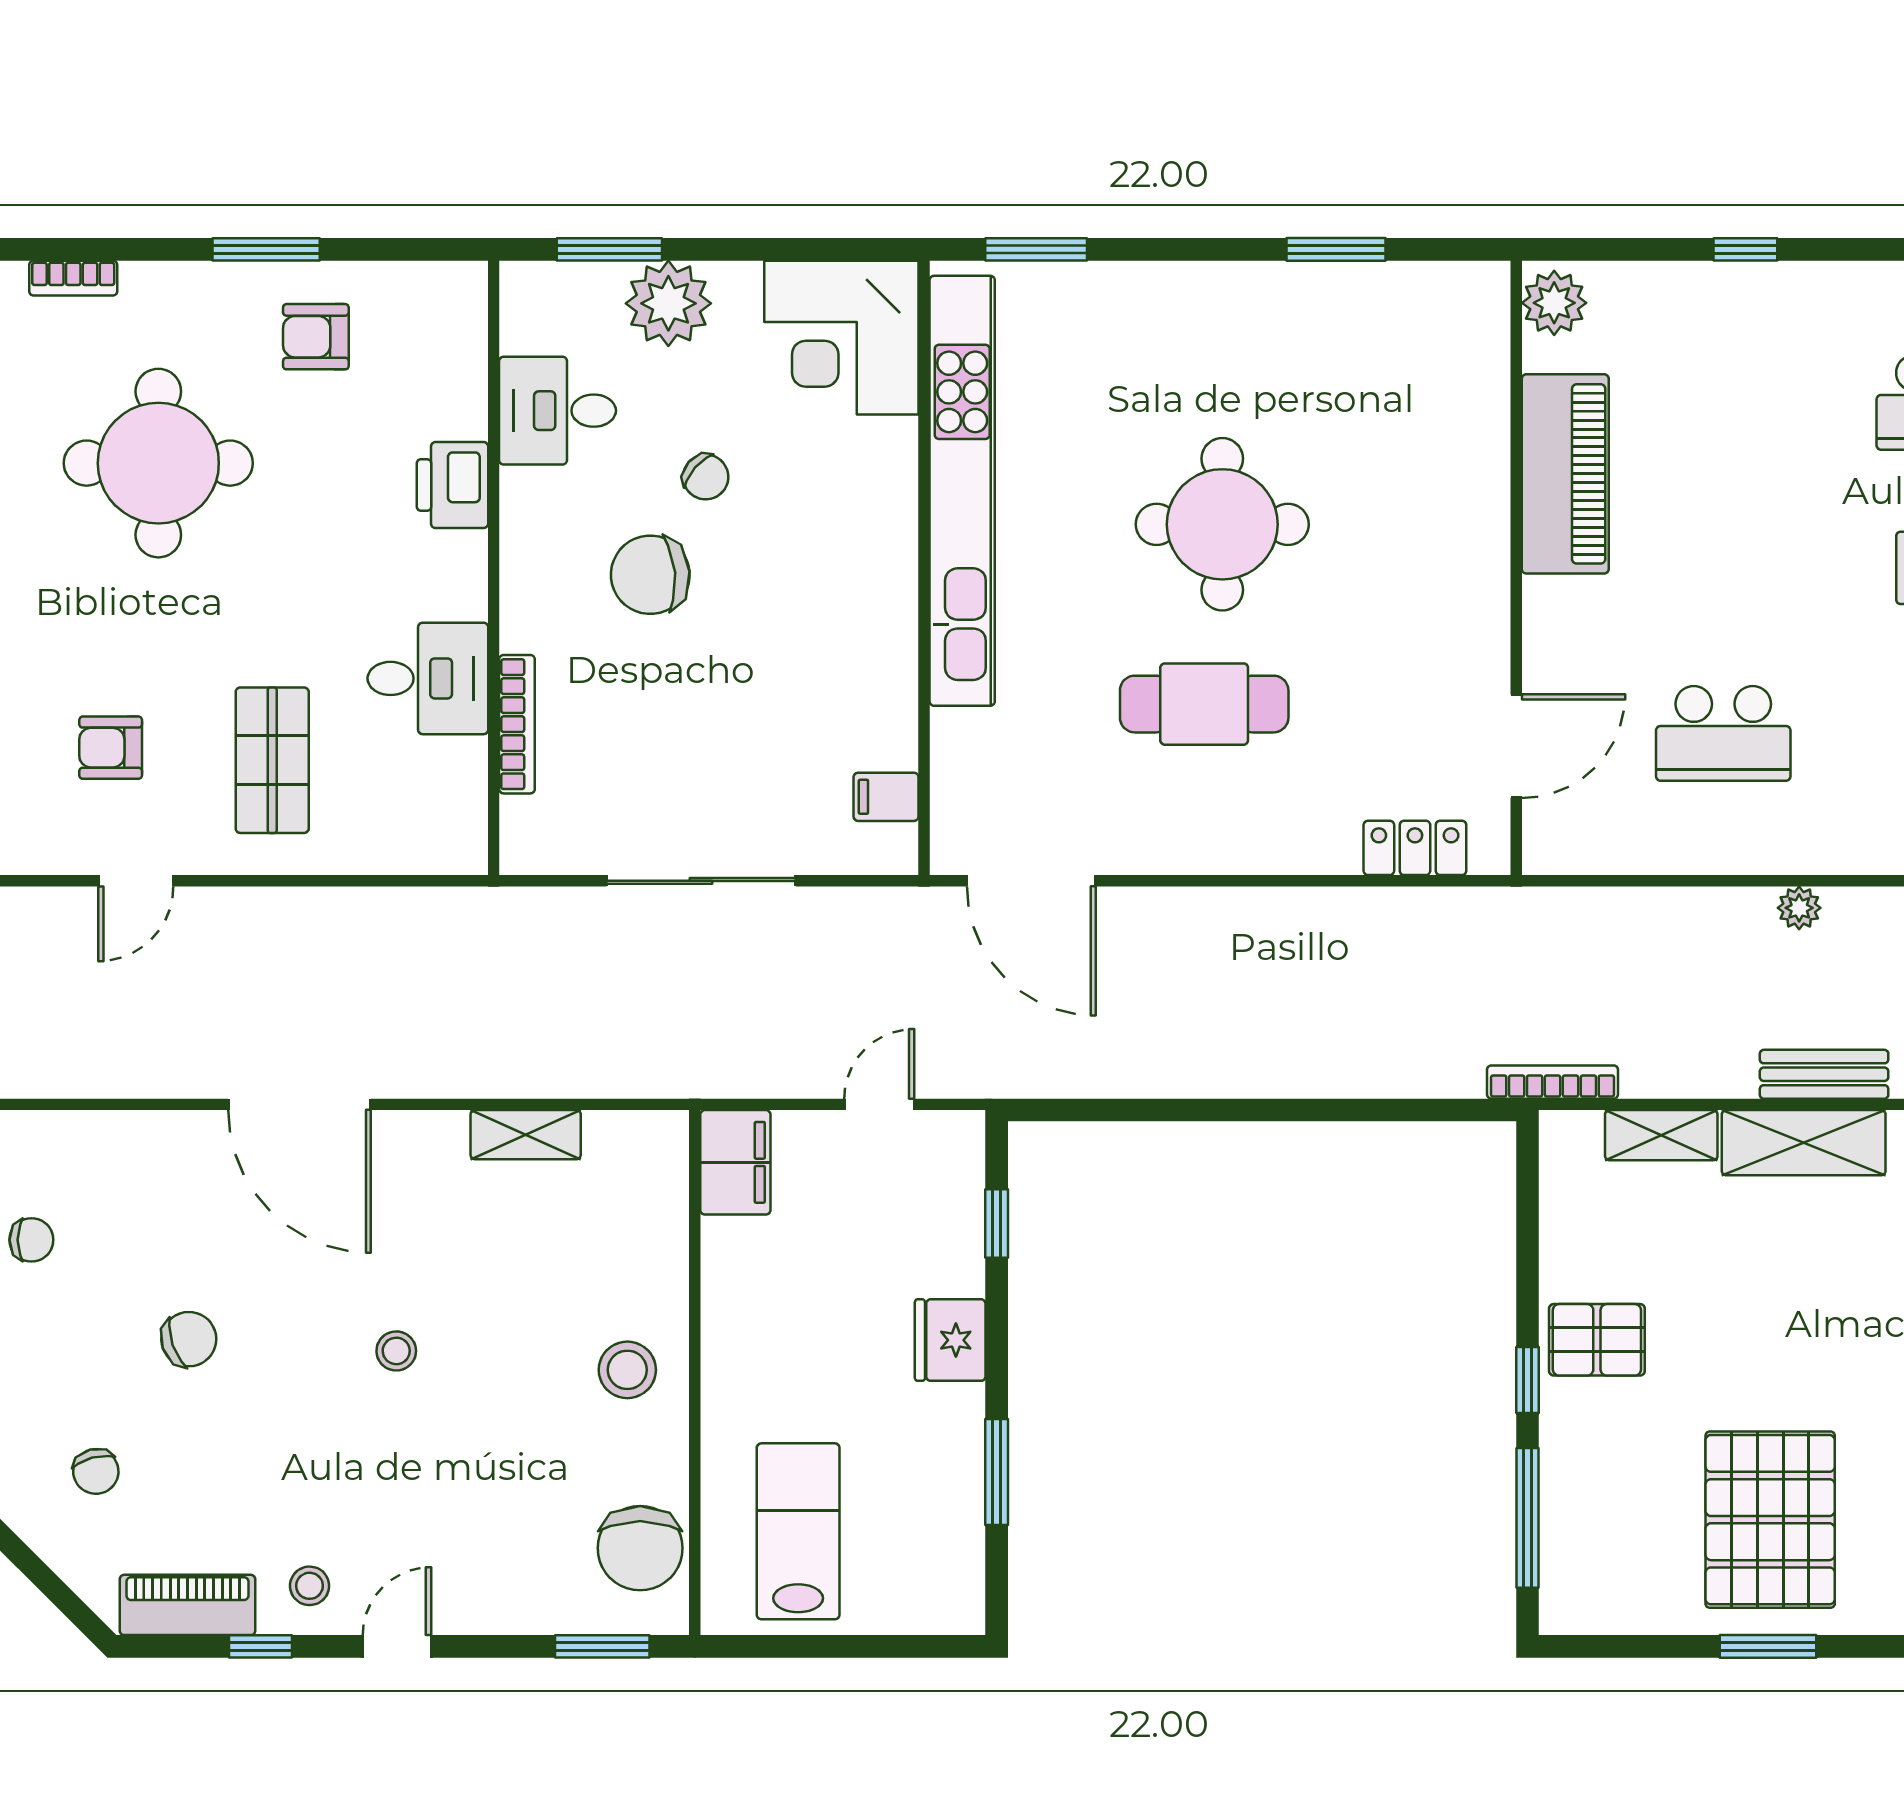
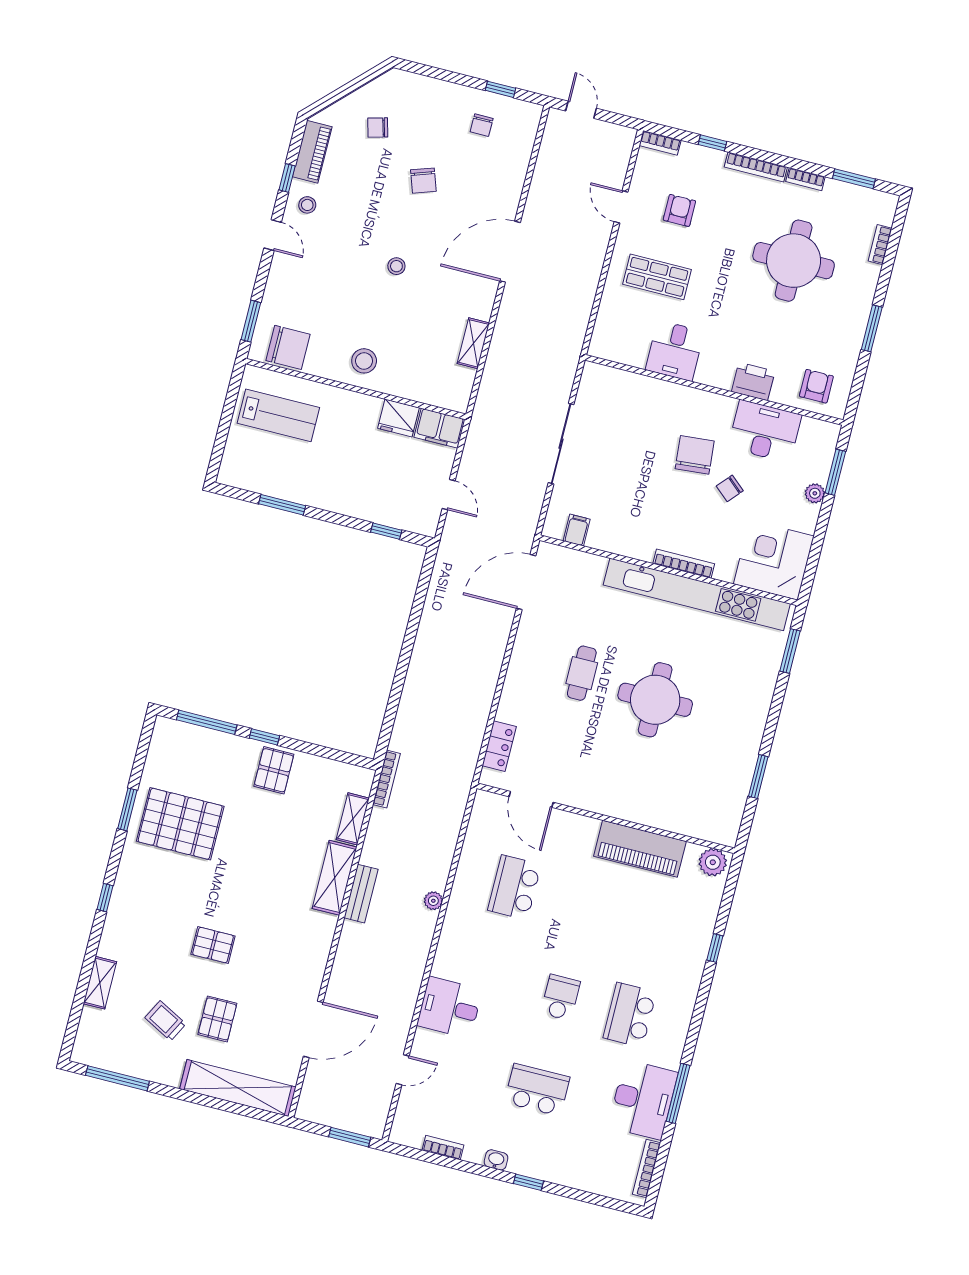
plant: (668, 303) -> (815, 493), width x0.53, depth x0.53
armchair: (316, 337) -> (816, 386), moved
desk: (558, 411) -> (765, 431), width x1.37
cafe table: (1204, 704) -> (582, 673), width x0.73, depth x0.74
bookcase: (517, 724) -> (684, 564), moved, turned 180
fridge: (950, 1340) -> (399, 418), moved, turned 180
chair: (640, 1548) -> (288, 347), turned 180

